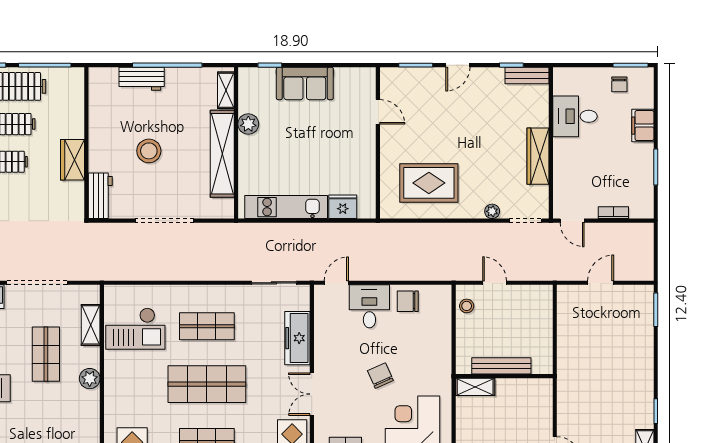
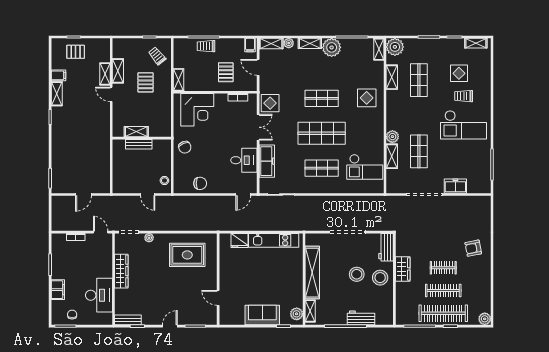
desk: (575, 116) -> (99, 295), width x1.37
plant: (248, 124) -> (297, 314), moved
stool: (110, 145) -> (380, 278), added
desk: (369, 306) -> (244, 160), moved, turned -90
shelving: (91, 325) -> (392, 156), moved
checkout: (135, 329) -> (365, 167), turned 180
bench: (501, 366) -> (139, 144), width x0.73
chair: (380, 376) -> (185, 147), moved
shelving: (475, 387) -> (136, 132), moved

